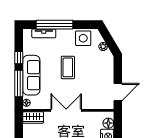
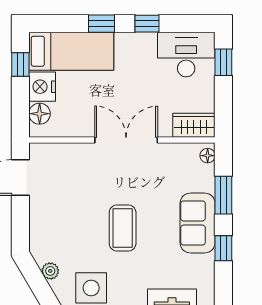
sofa: (31, 75) -> (198, 223), width x0.73
window: (19, 84) -> (223, 195), width x0.69
double door: (66, 110) -> (126, 140), swing flipped

